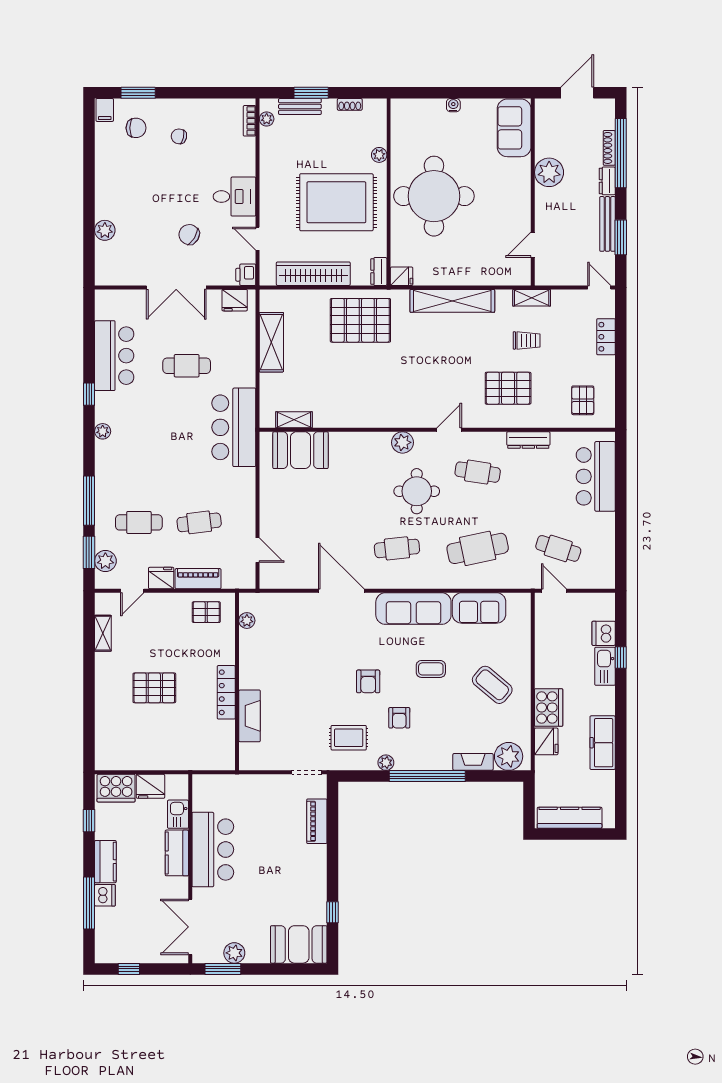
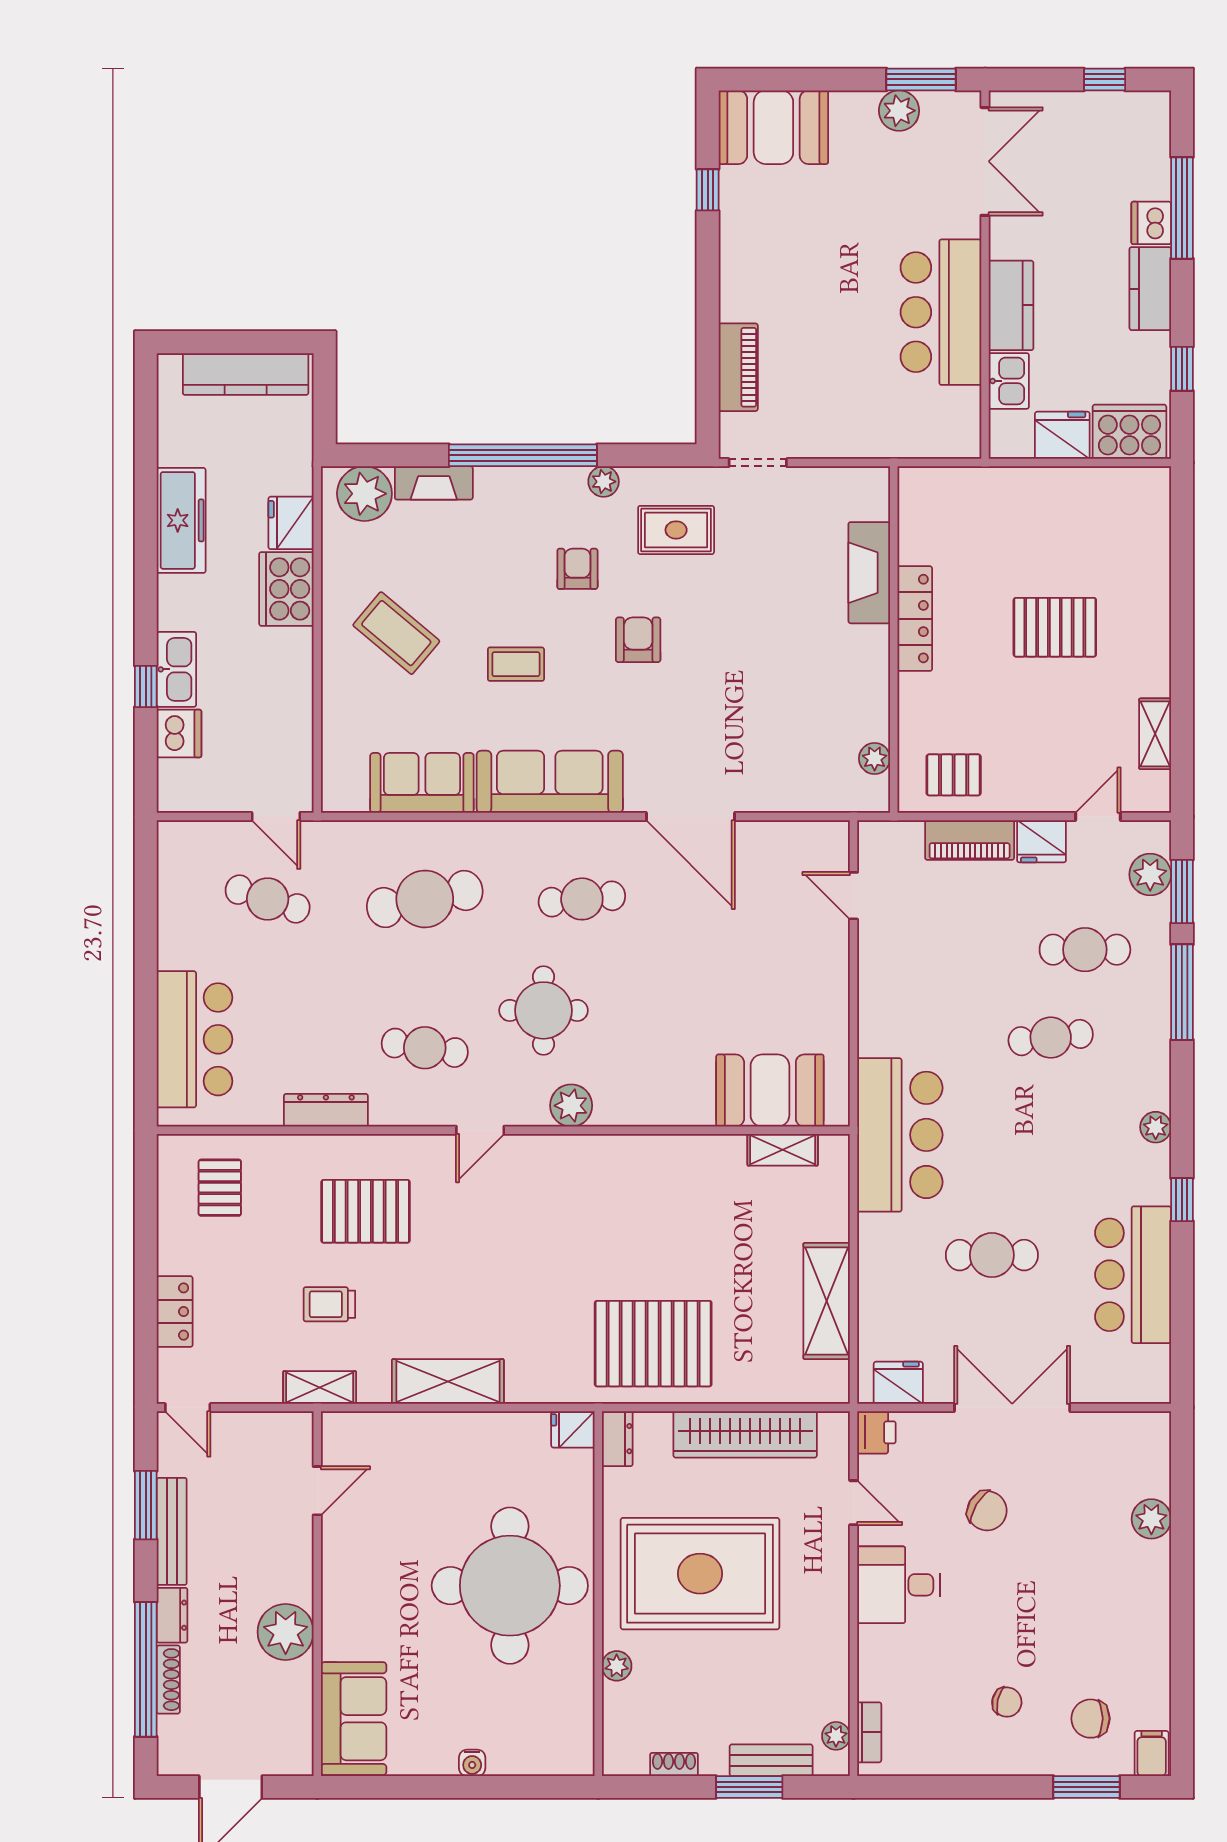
shelving: (452, 301) -> (448, 1381), width x0.68
cafe table: (199, 522) -> (1051, 1038), moved

